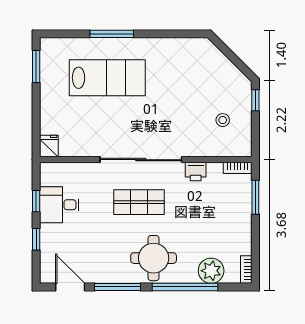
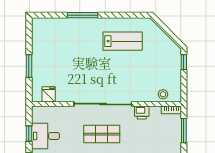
window: (36, 66) -> (29, 66), moved
lab bench: (107, 78) -> (123, 41), moved, width x0.73, depth x0.72
stool: (223, 120) -> (163, 94), moved
fridge: (49, 146) -> (49, 94), moved

